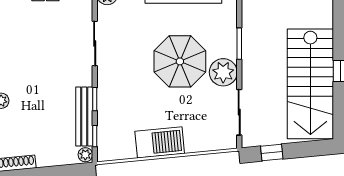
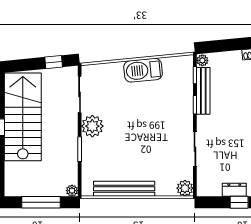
parasol: (180, 61) -> (127, 135), removed

